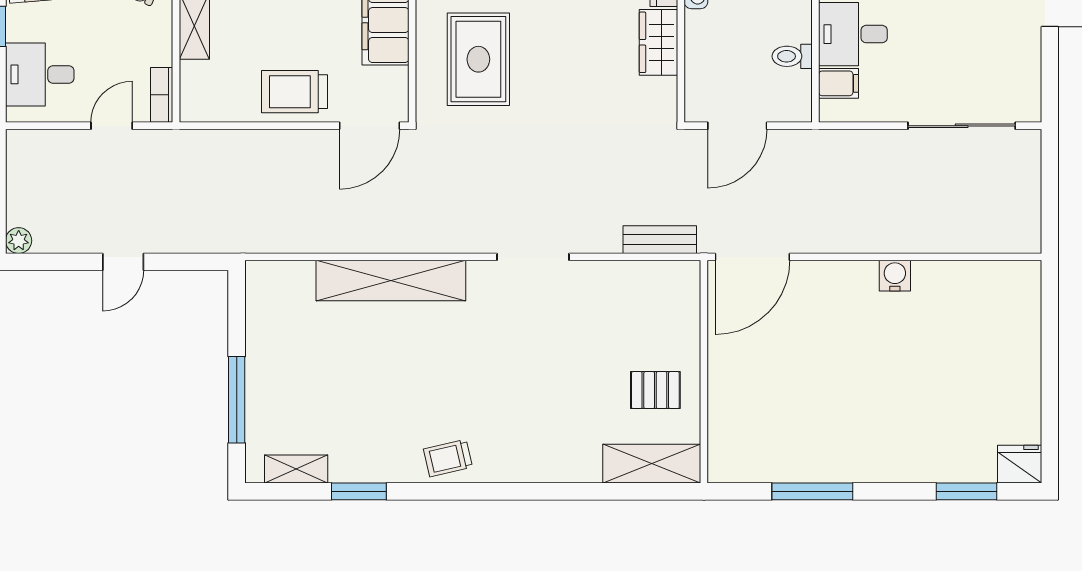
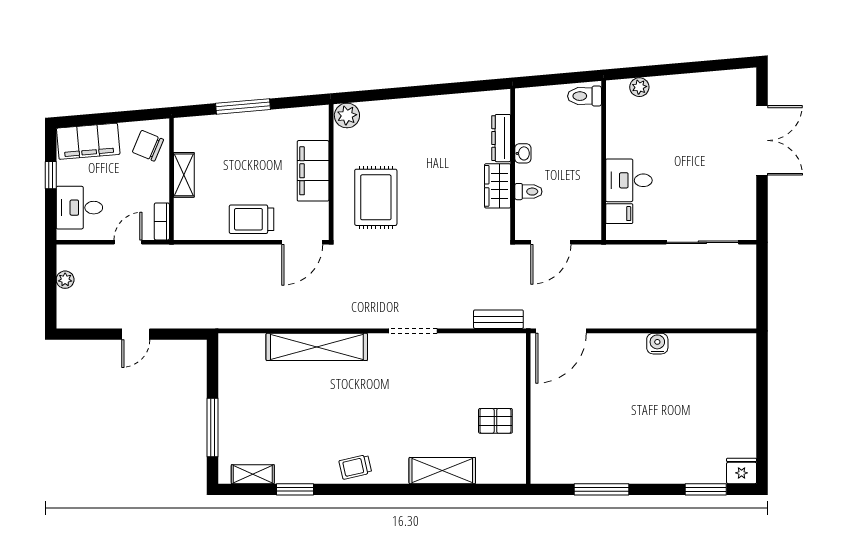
toilet: (792, 56) -> (528, 192), moved, turned 180
plant: (19, 241) -> (65, 280), moved
shelving: (652, 464) -> (442, 471), moved

